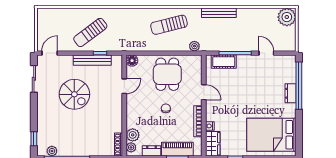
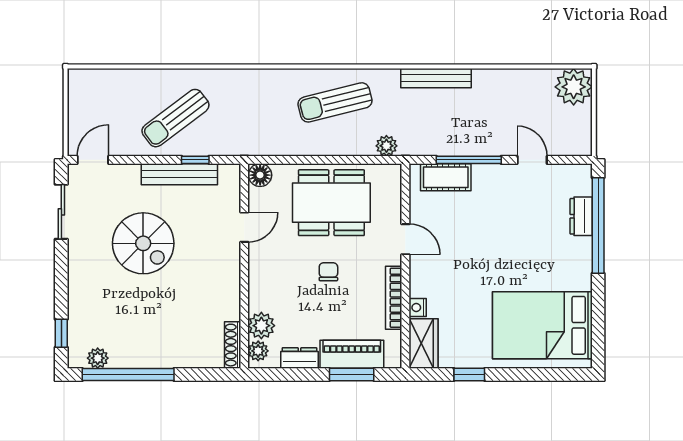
dining table: (167, 74) -> (331, 203), width x1.38
dresser: (291, 93) -> (581, 216), moved

